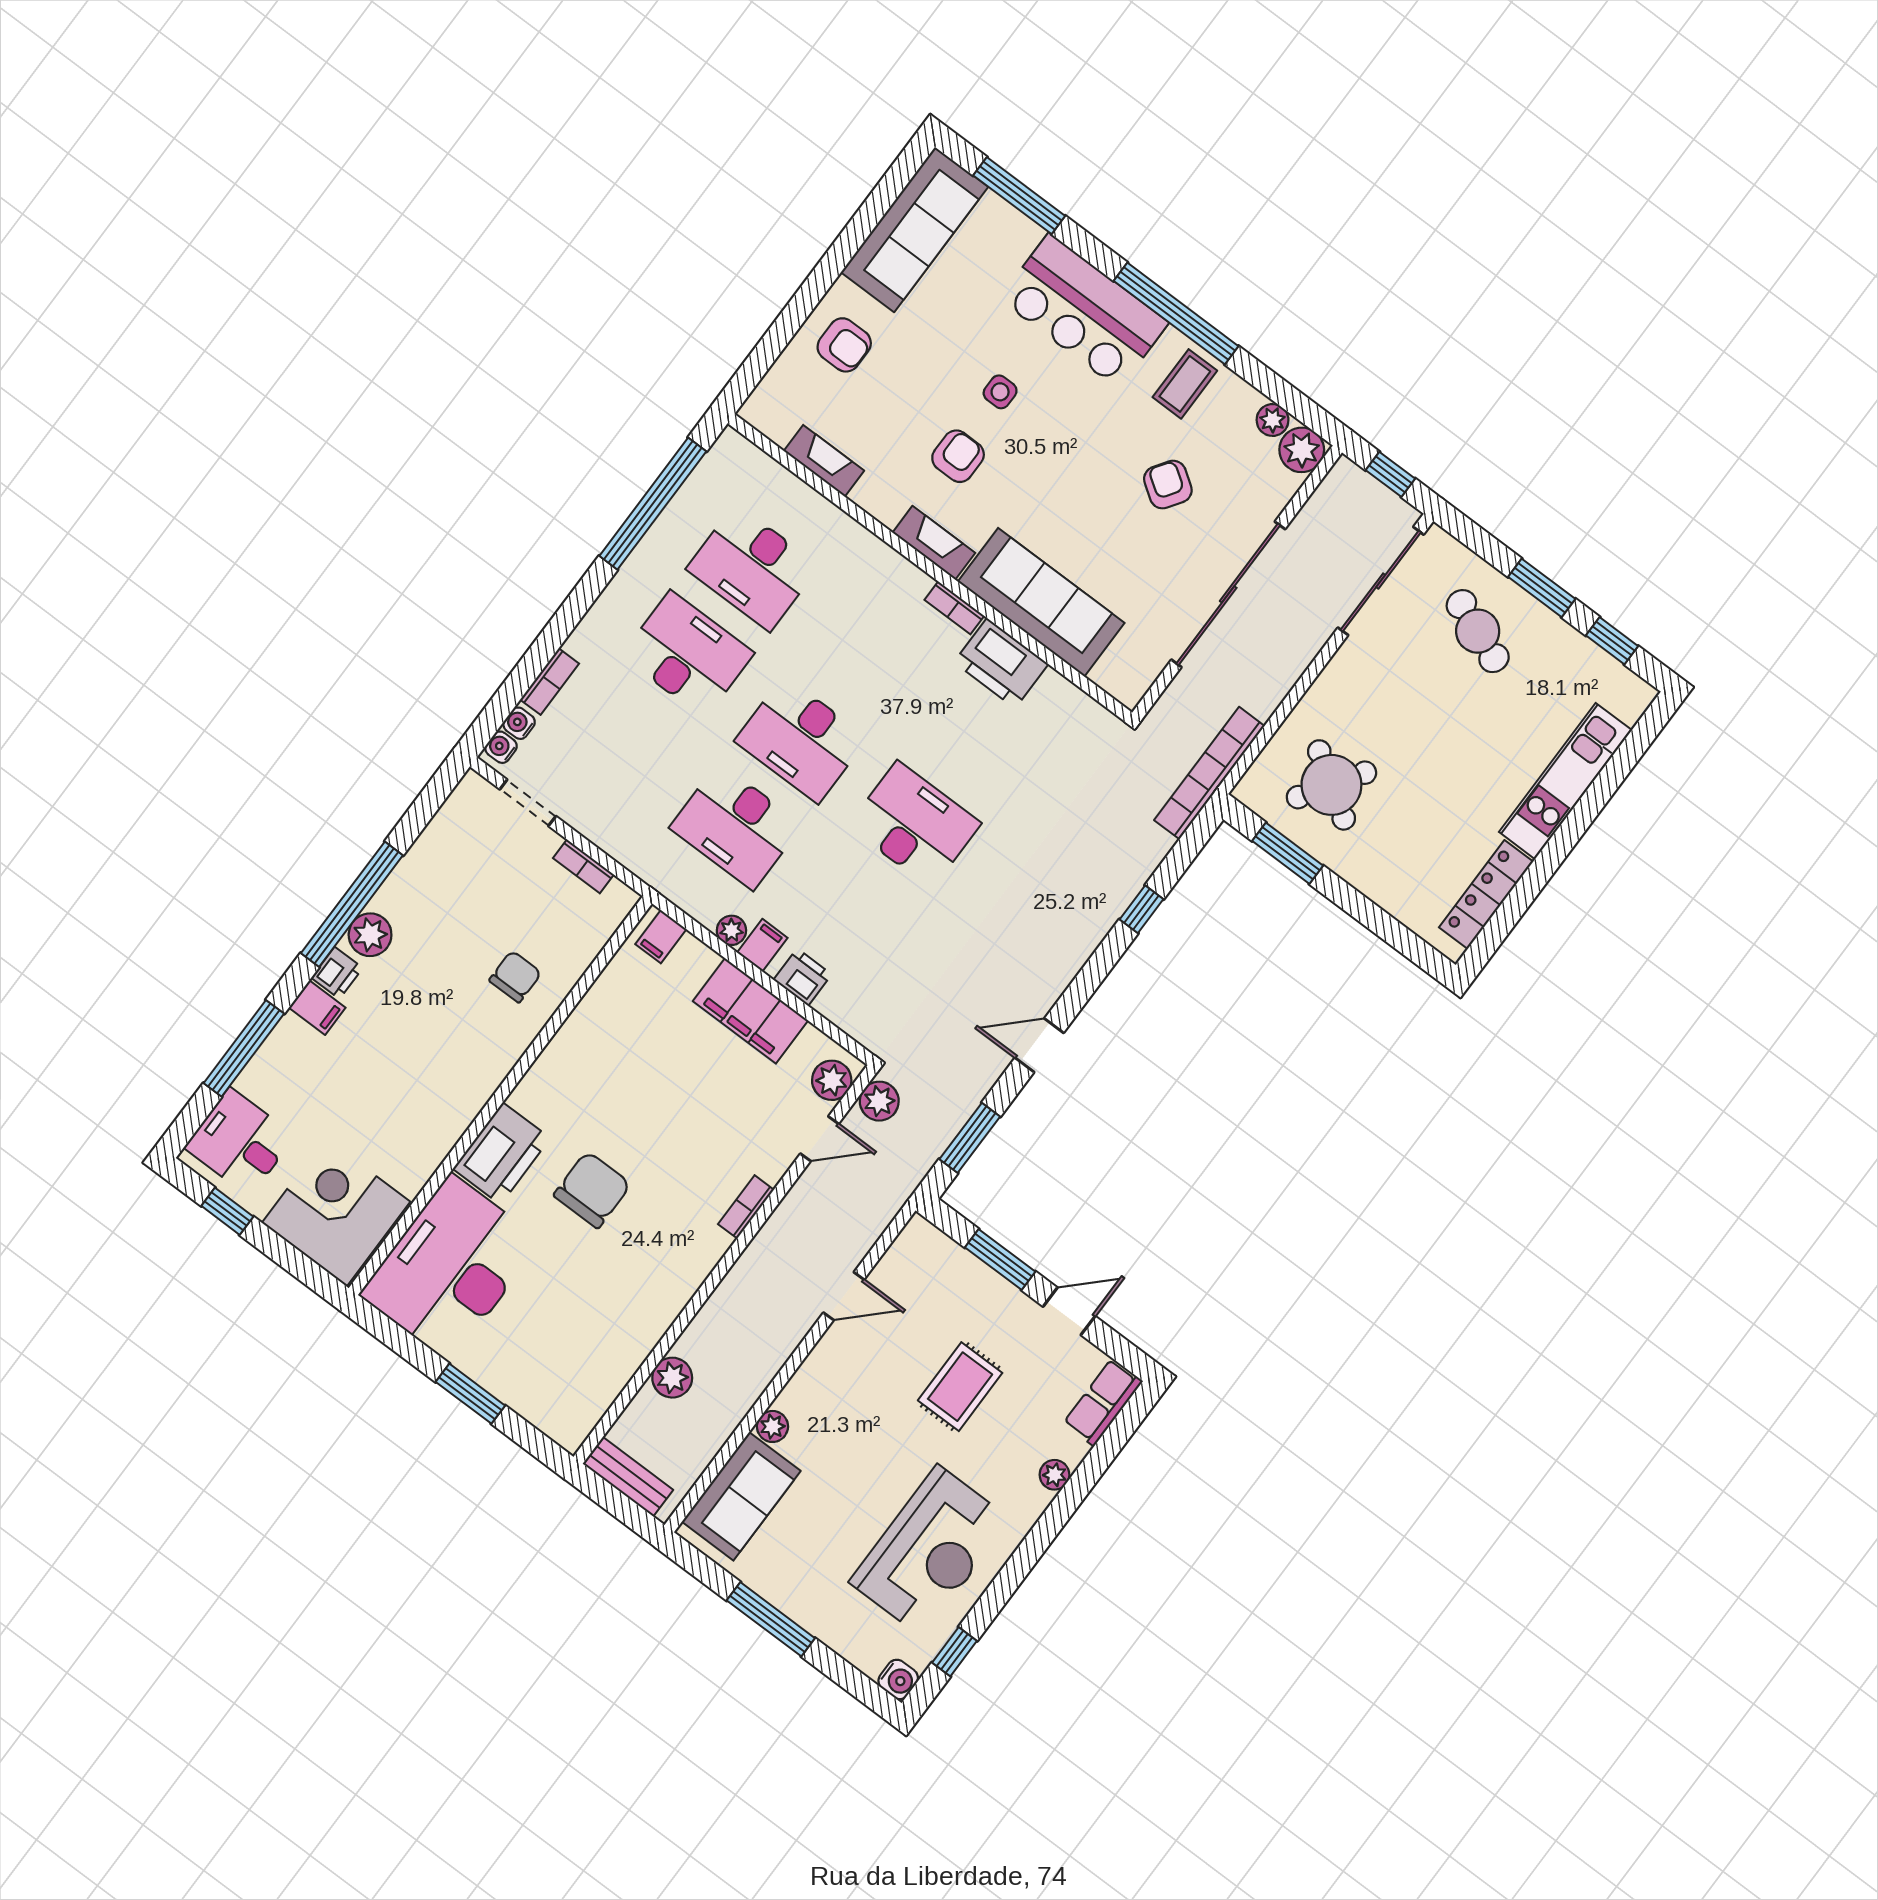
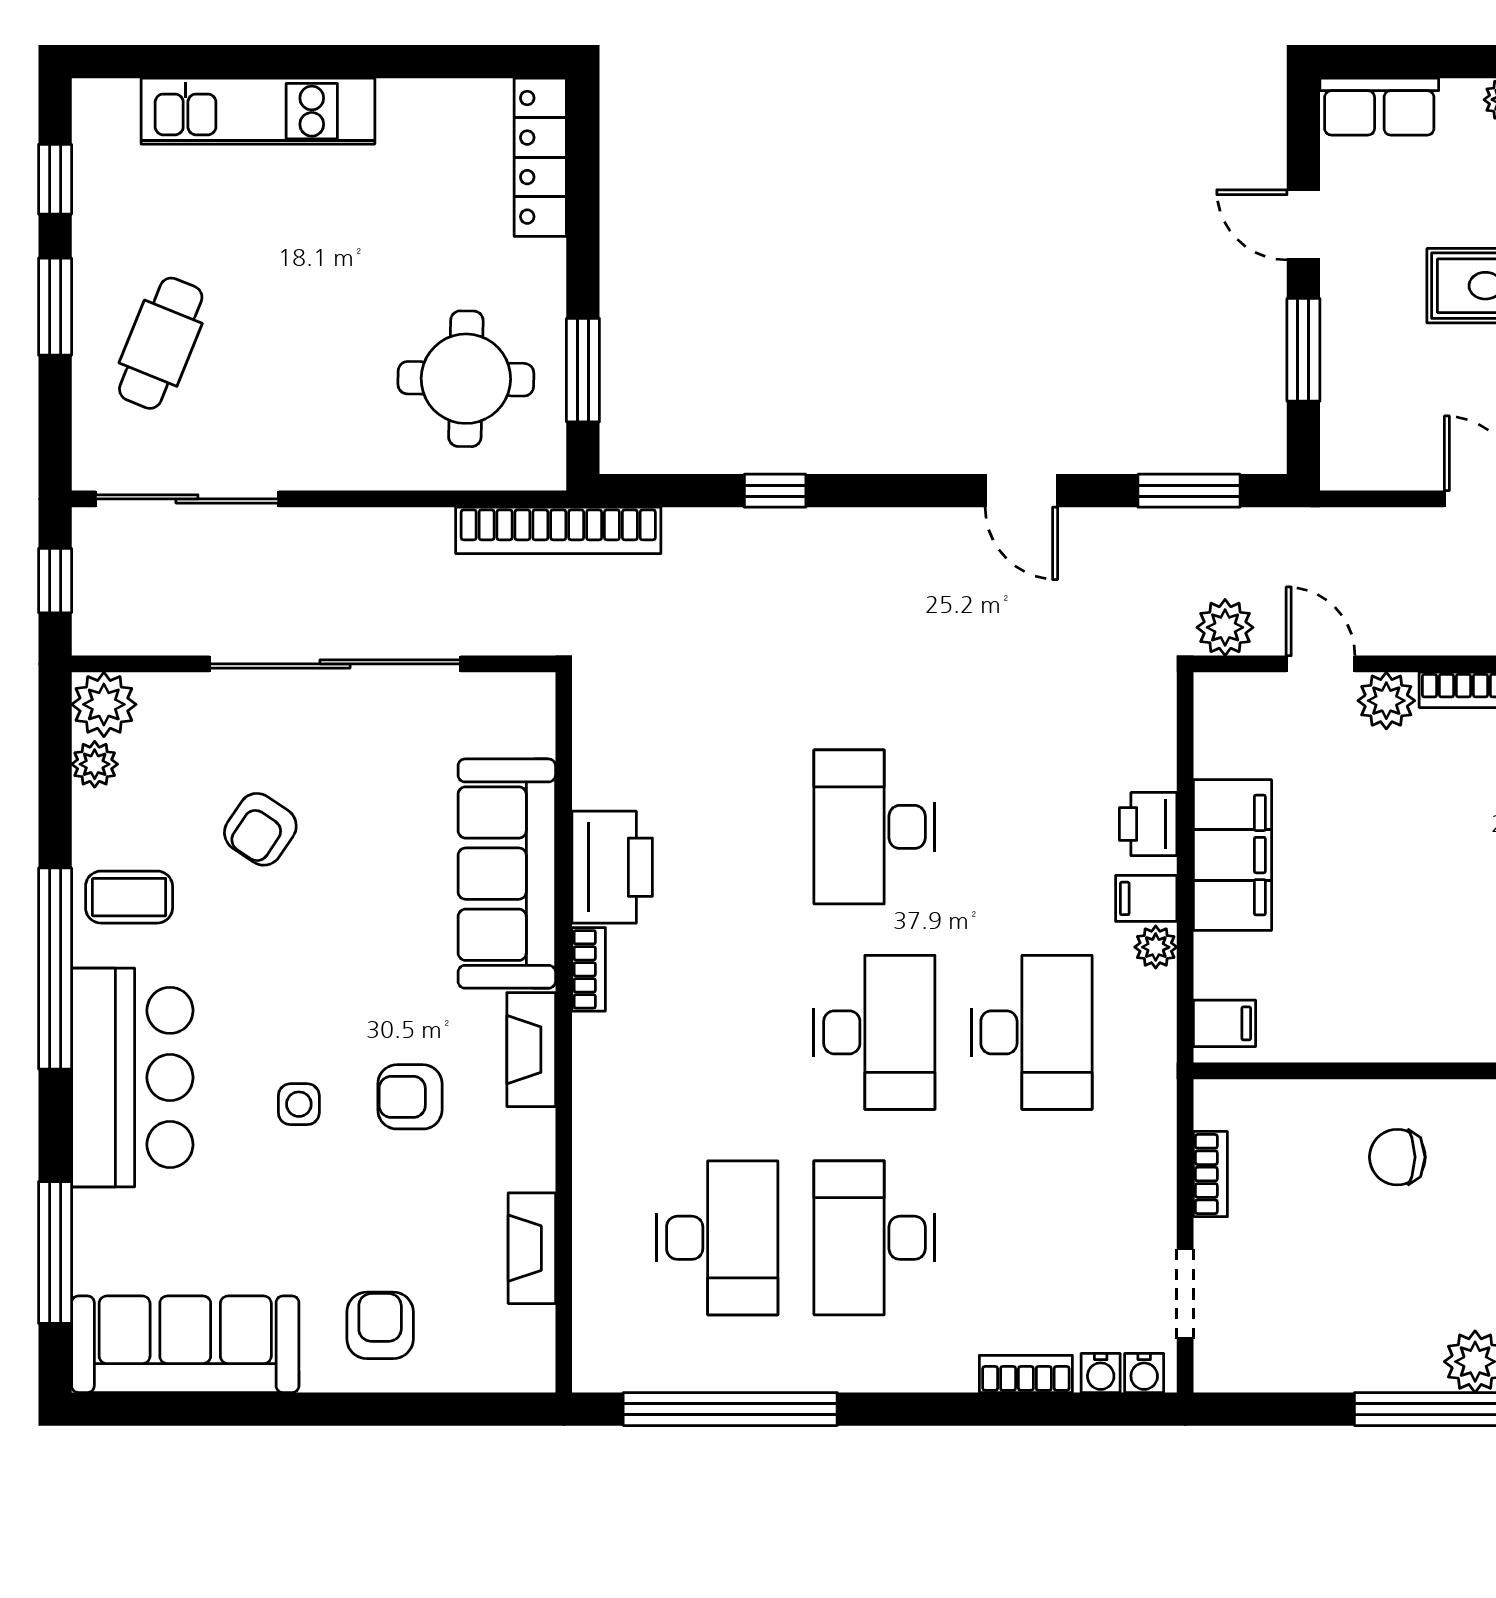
round table: (1331, 785) -> (466, 379), turned -32
locker: (1486, 895) -> (540, 157), moved, turned 90
plant: (832, 1080) -> (1386, 701), moved

